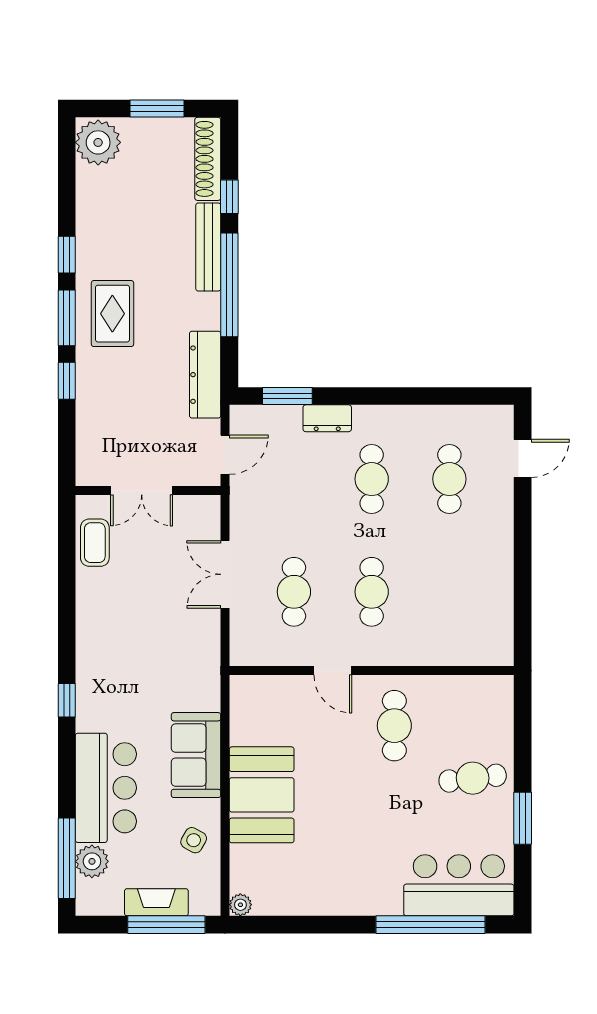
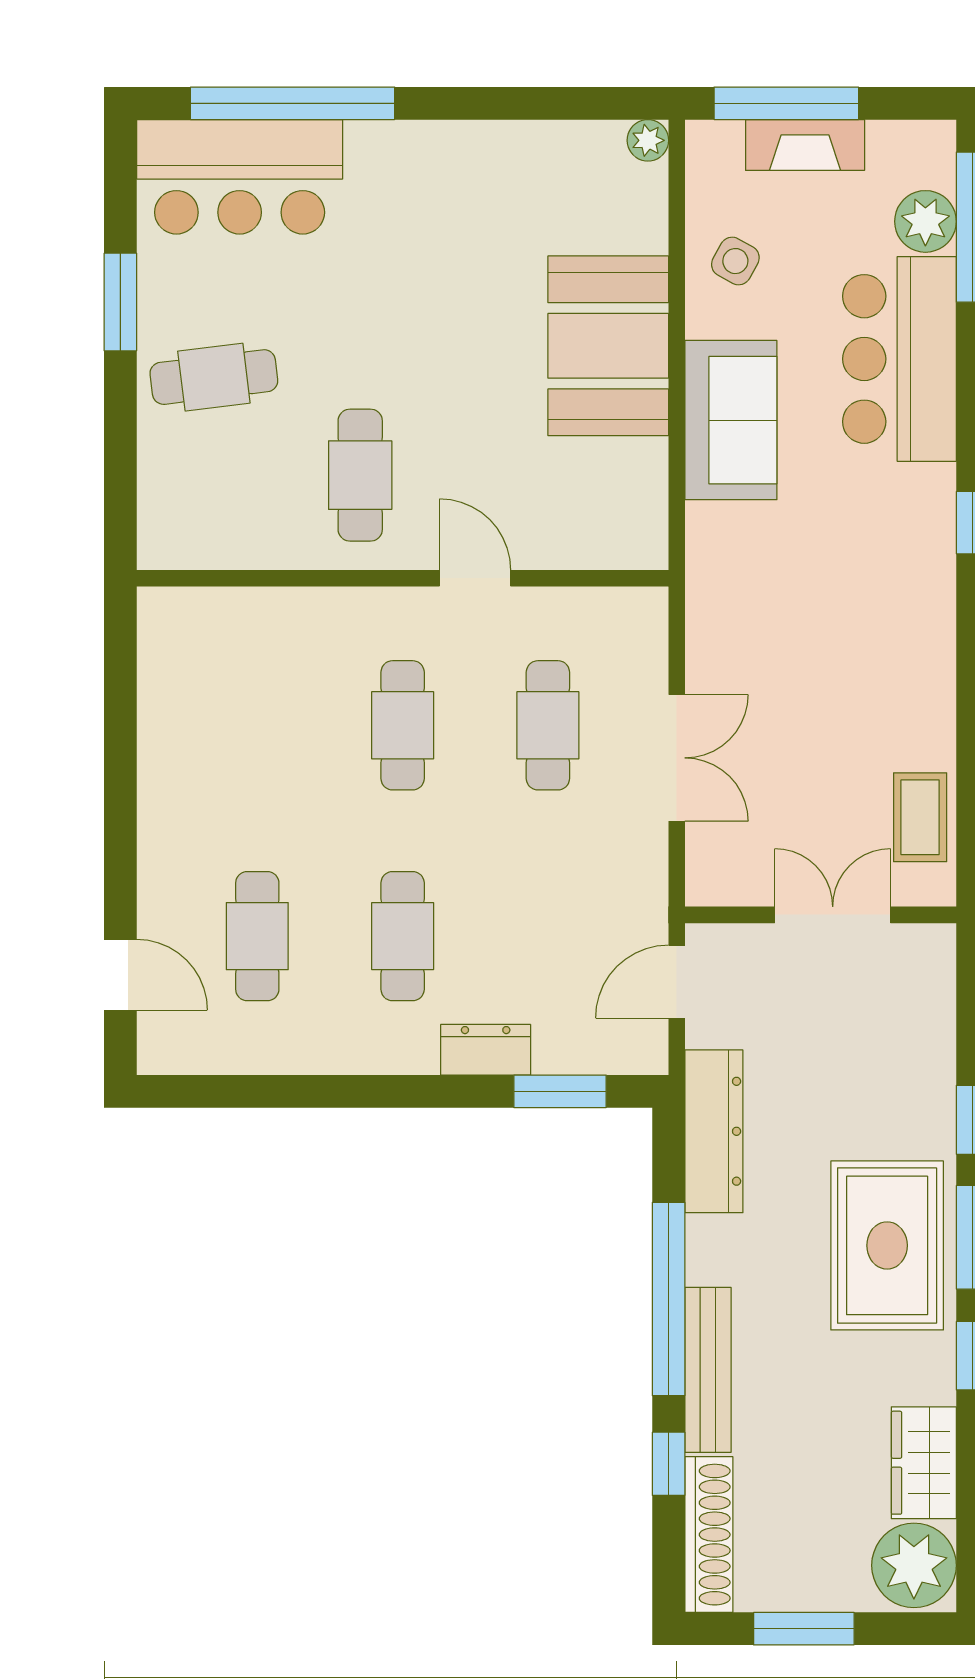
wardrobe: (93, 197) -> (924, 1463), added
rug: (112, 314) -> (887, 1245), width x1.36, depth x1.43
door: (523, 458) -> (120, 975), swing flipped

